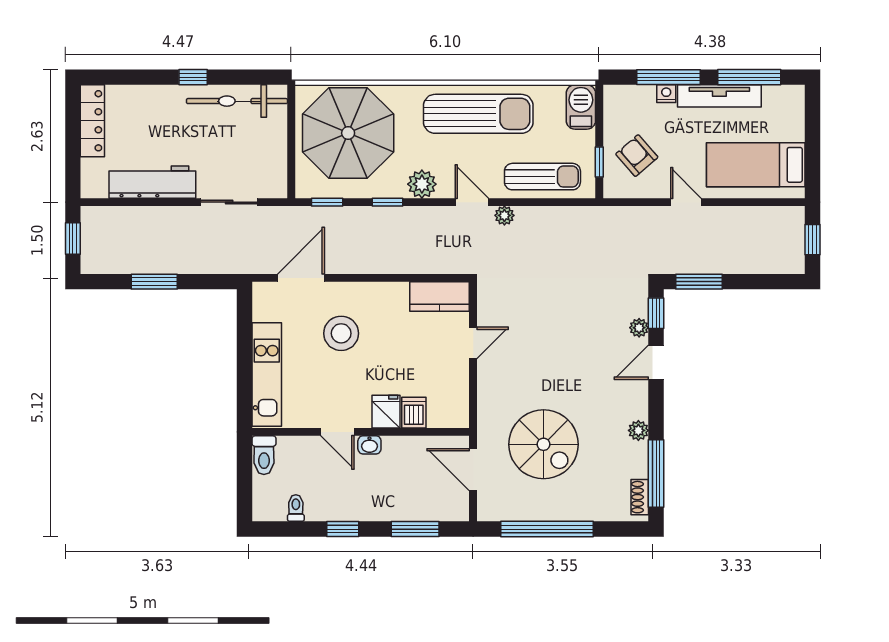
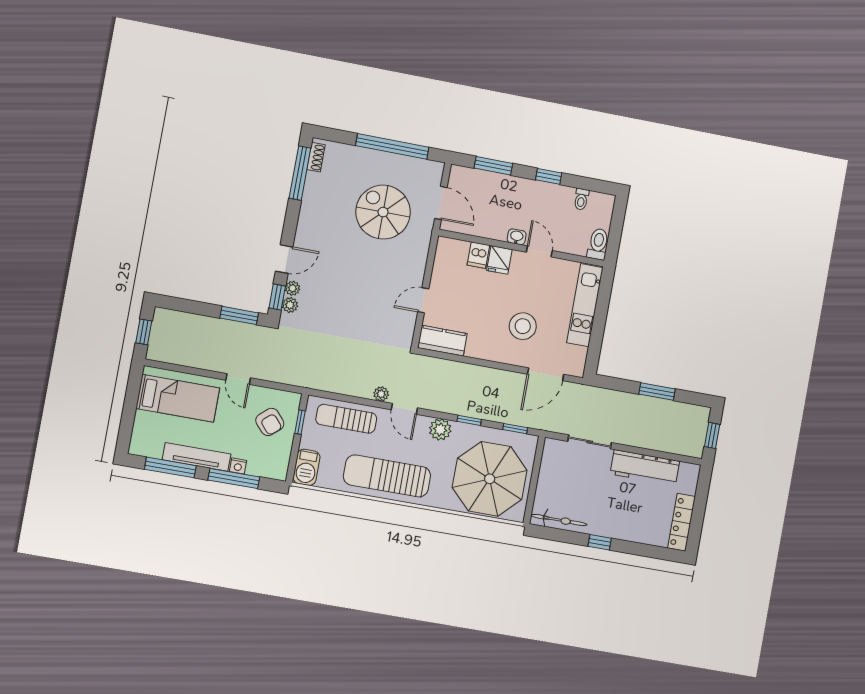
bicycle: (237, 101) -> (559, 520), width x0.73, depth x0.71
plant: (638, 430) -> (290, 305), moved

